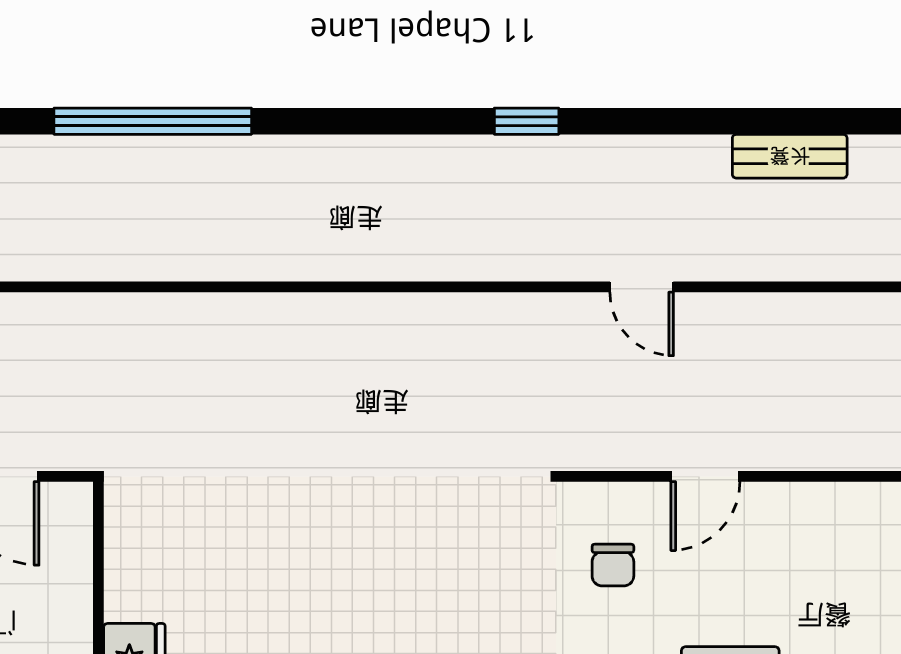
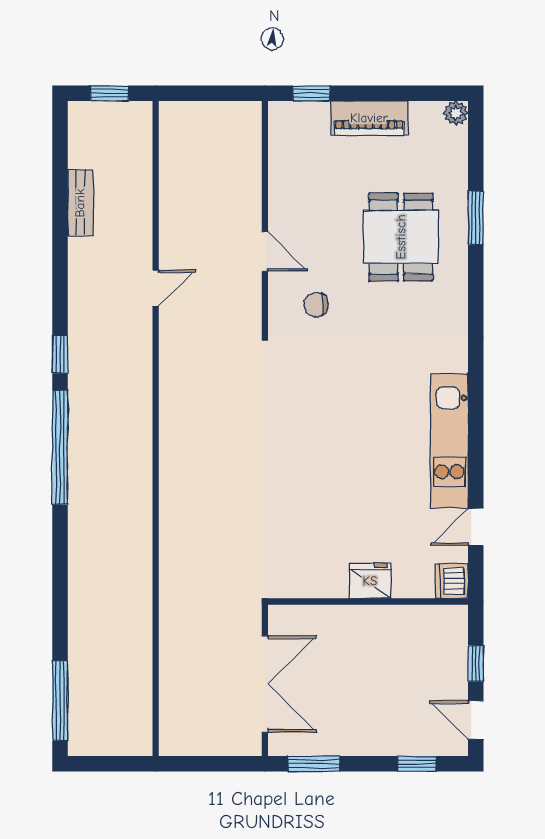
window: (153, 121) -> (60, 447), moved
chair: (613, 565) -> (316, 305), turned 180

